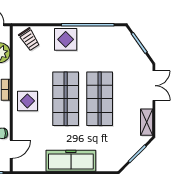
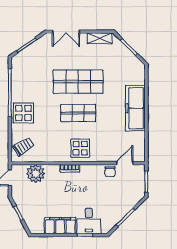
double door: (154, 86) -> (66, 32), swing flipped
shop shelf: (66, 99) -> (78, 113), width x0.70, depth x0.74
door: (11, 149) -> (125, 163), hinge flipped

